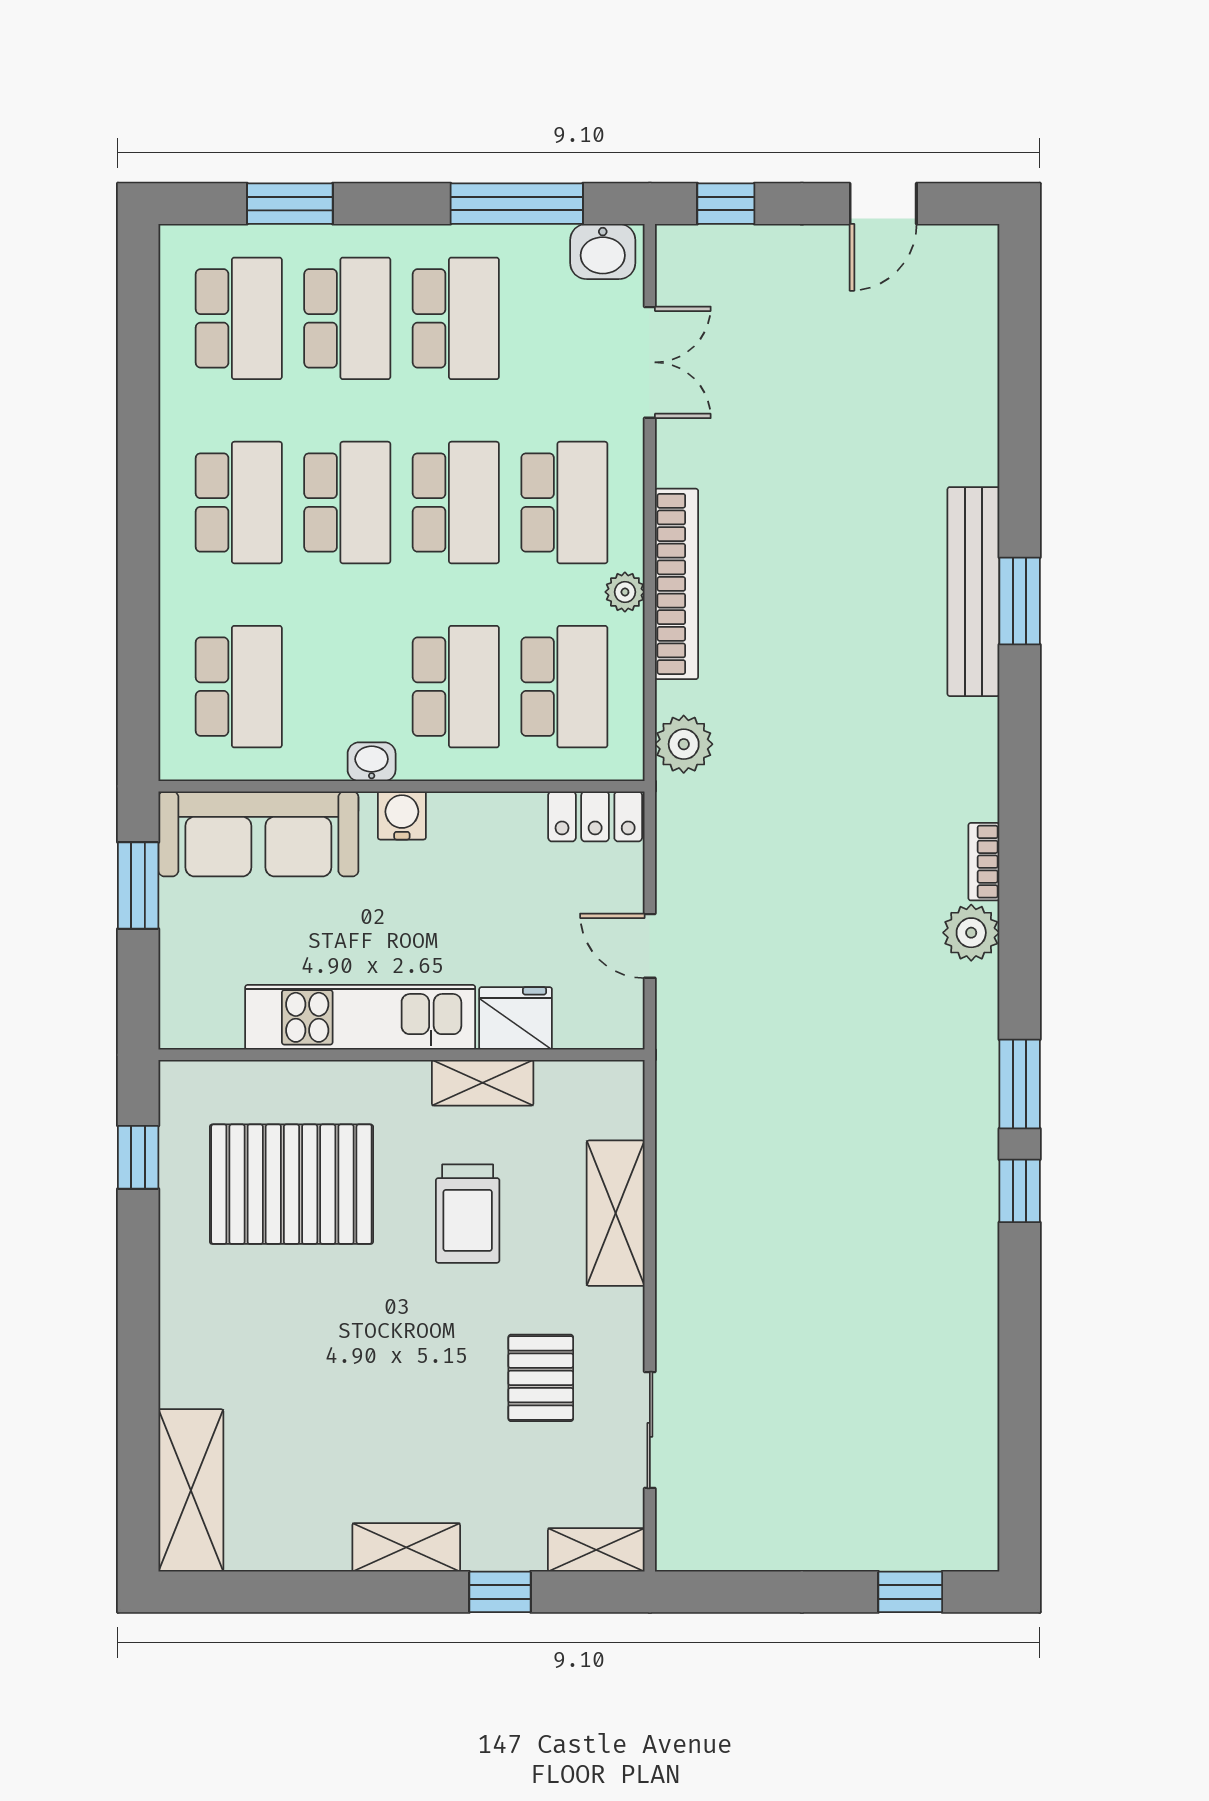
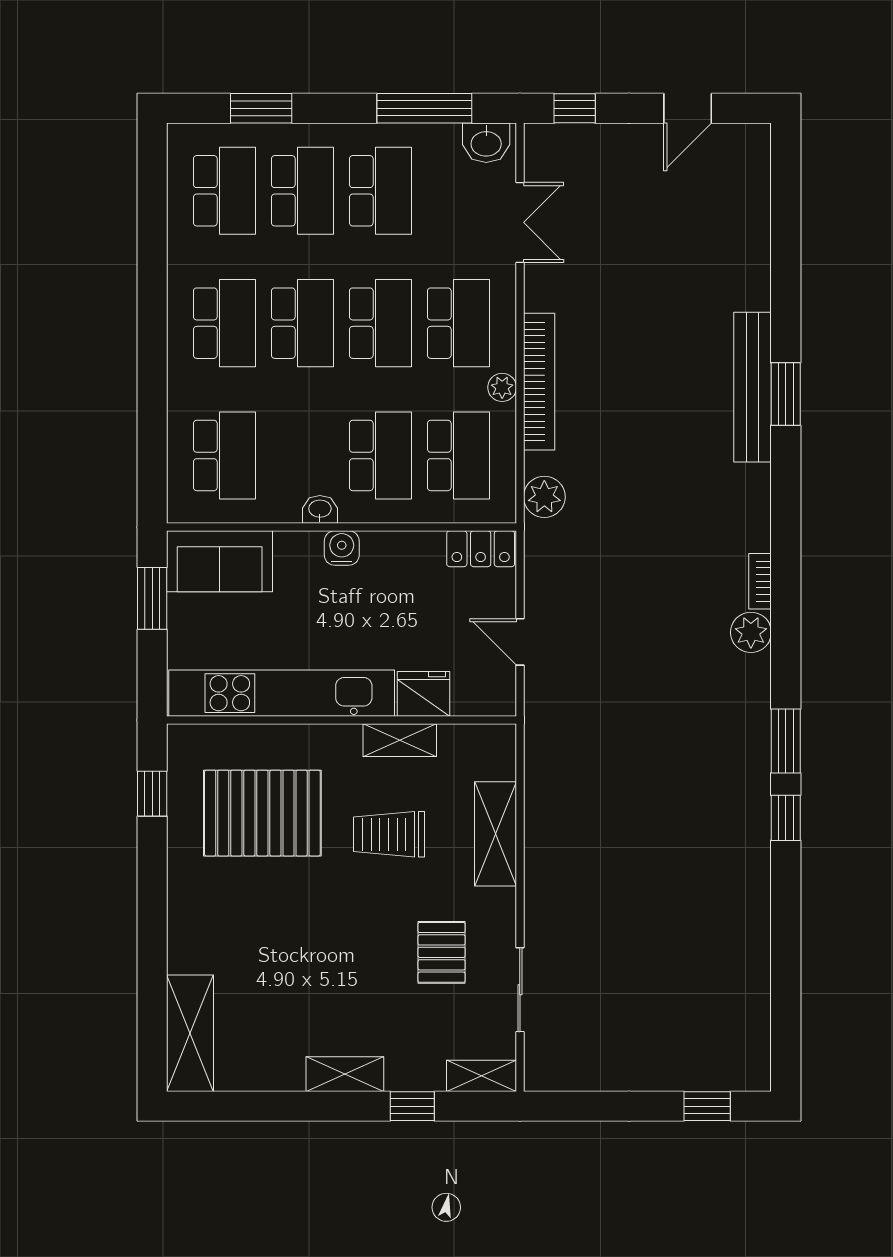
sofa: (258, 834) -> (220, 561), width x0.73
kitchen unit: (360, 1017) -> (282, 693), width x1.36
trolley: (468, 1214) -> (389, 834), turned 90

